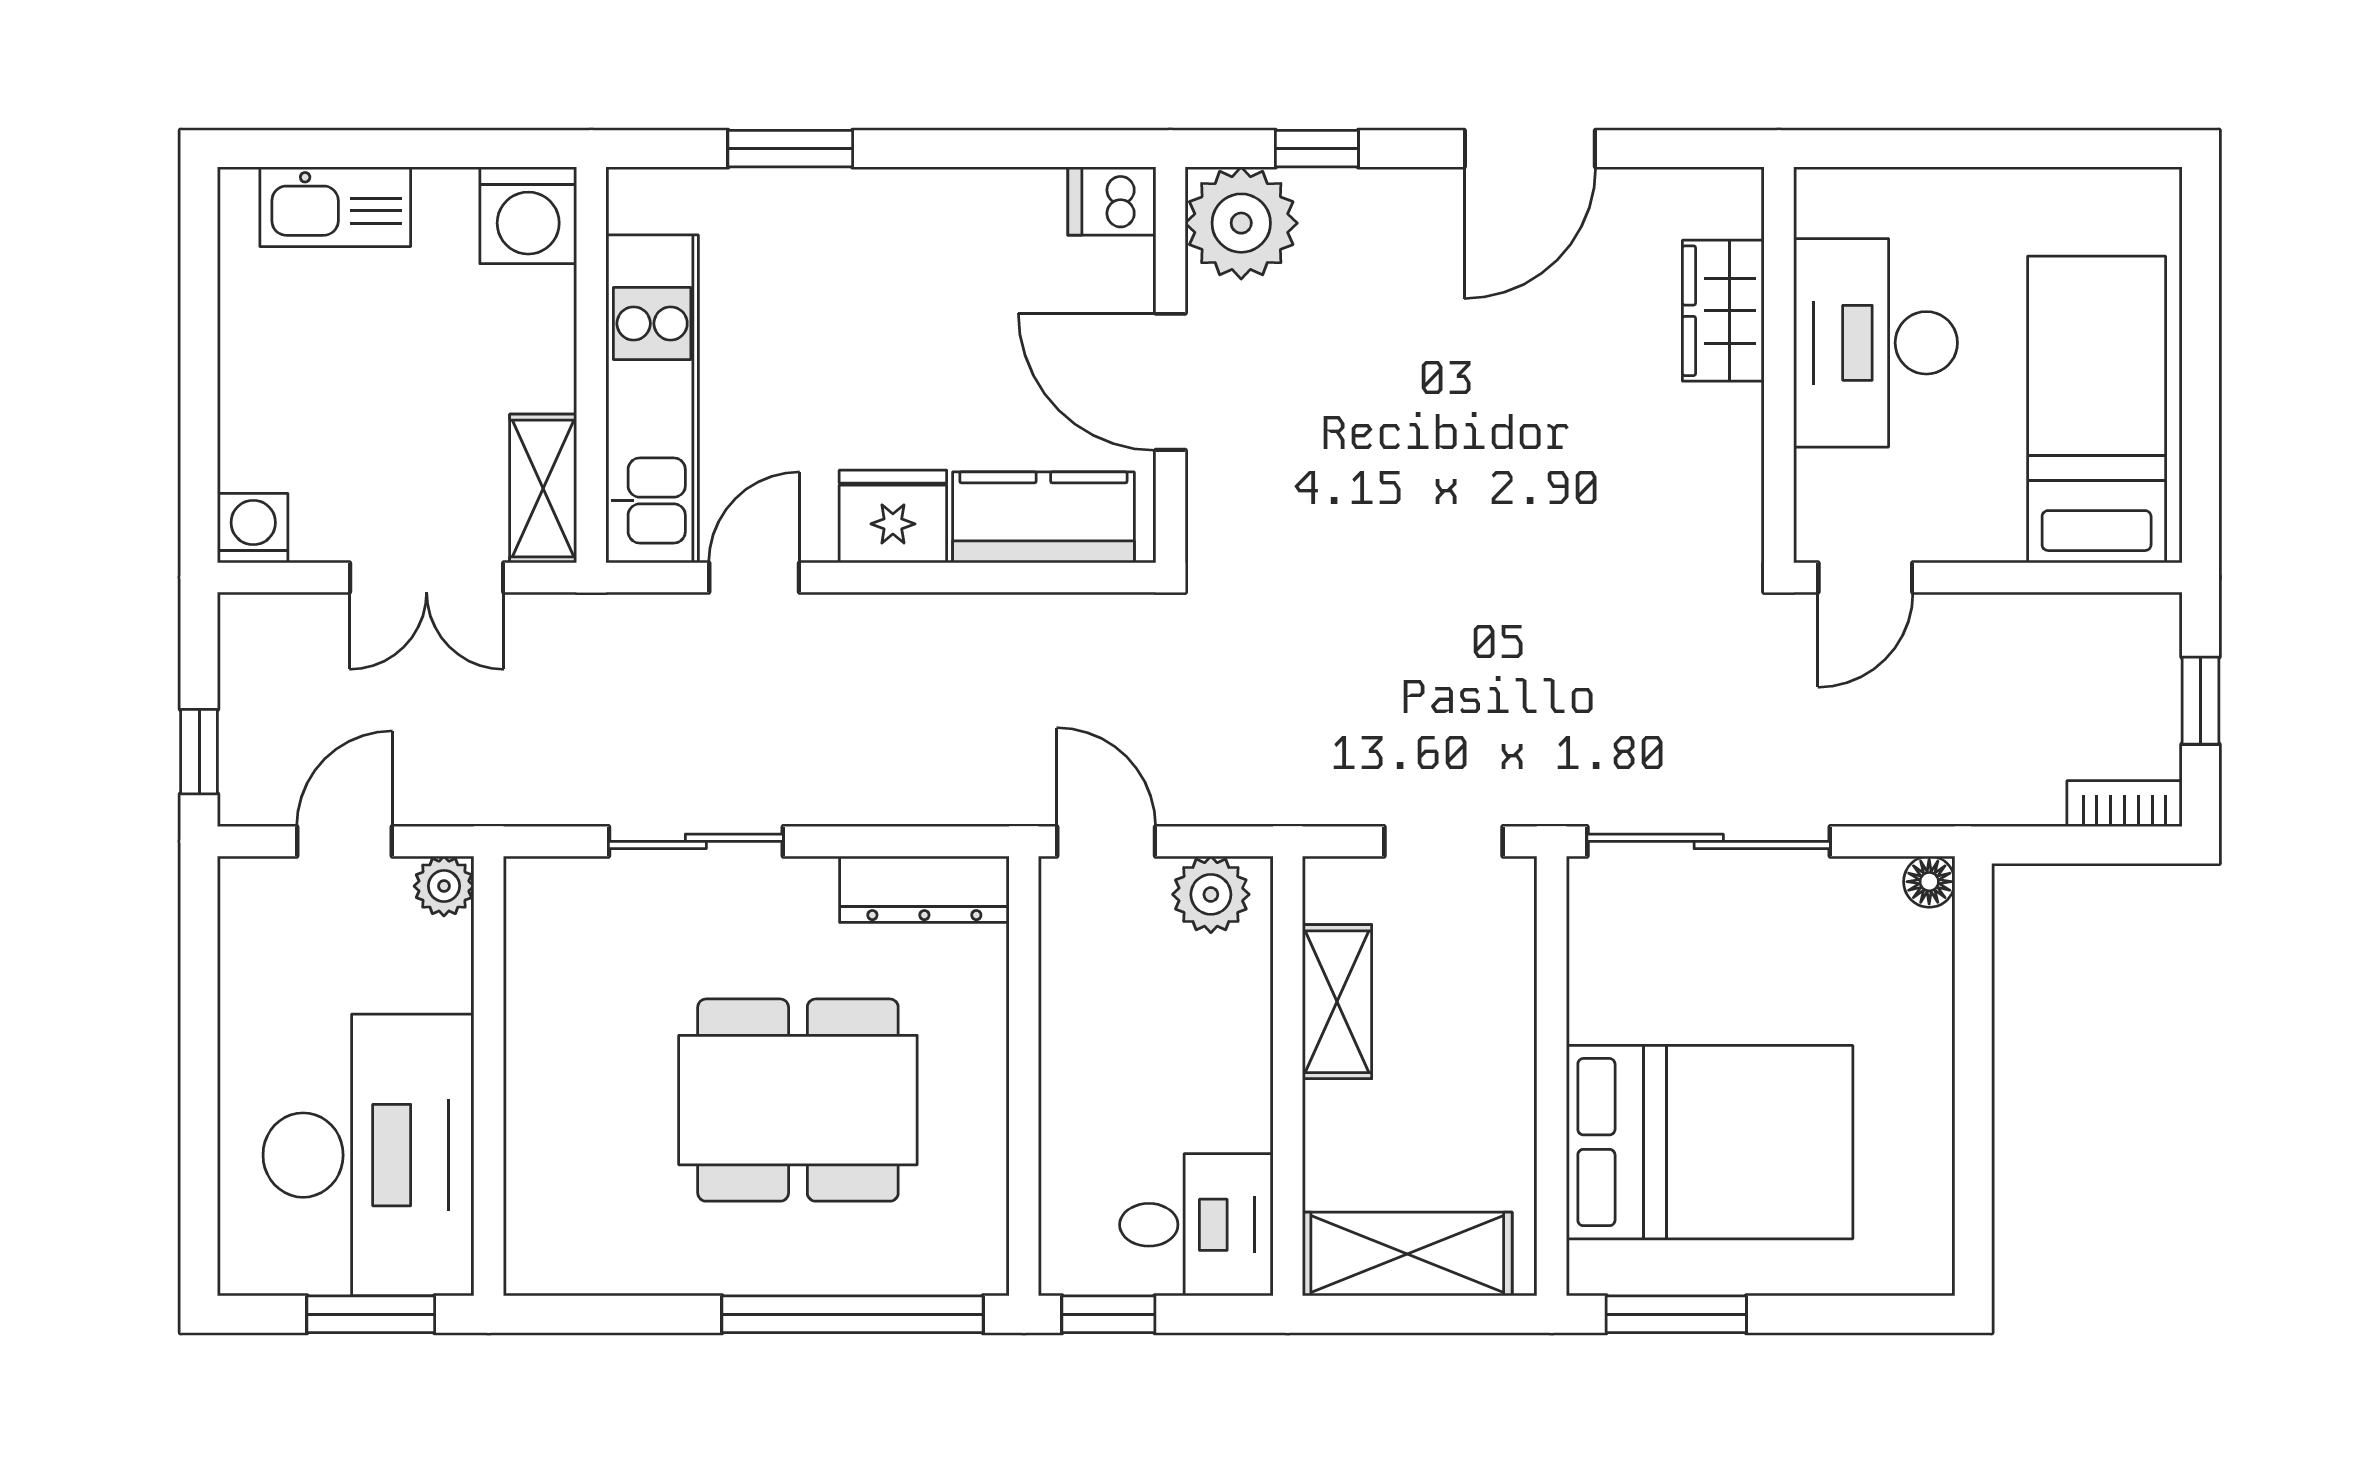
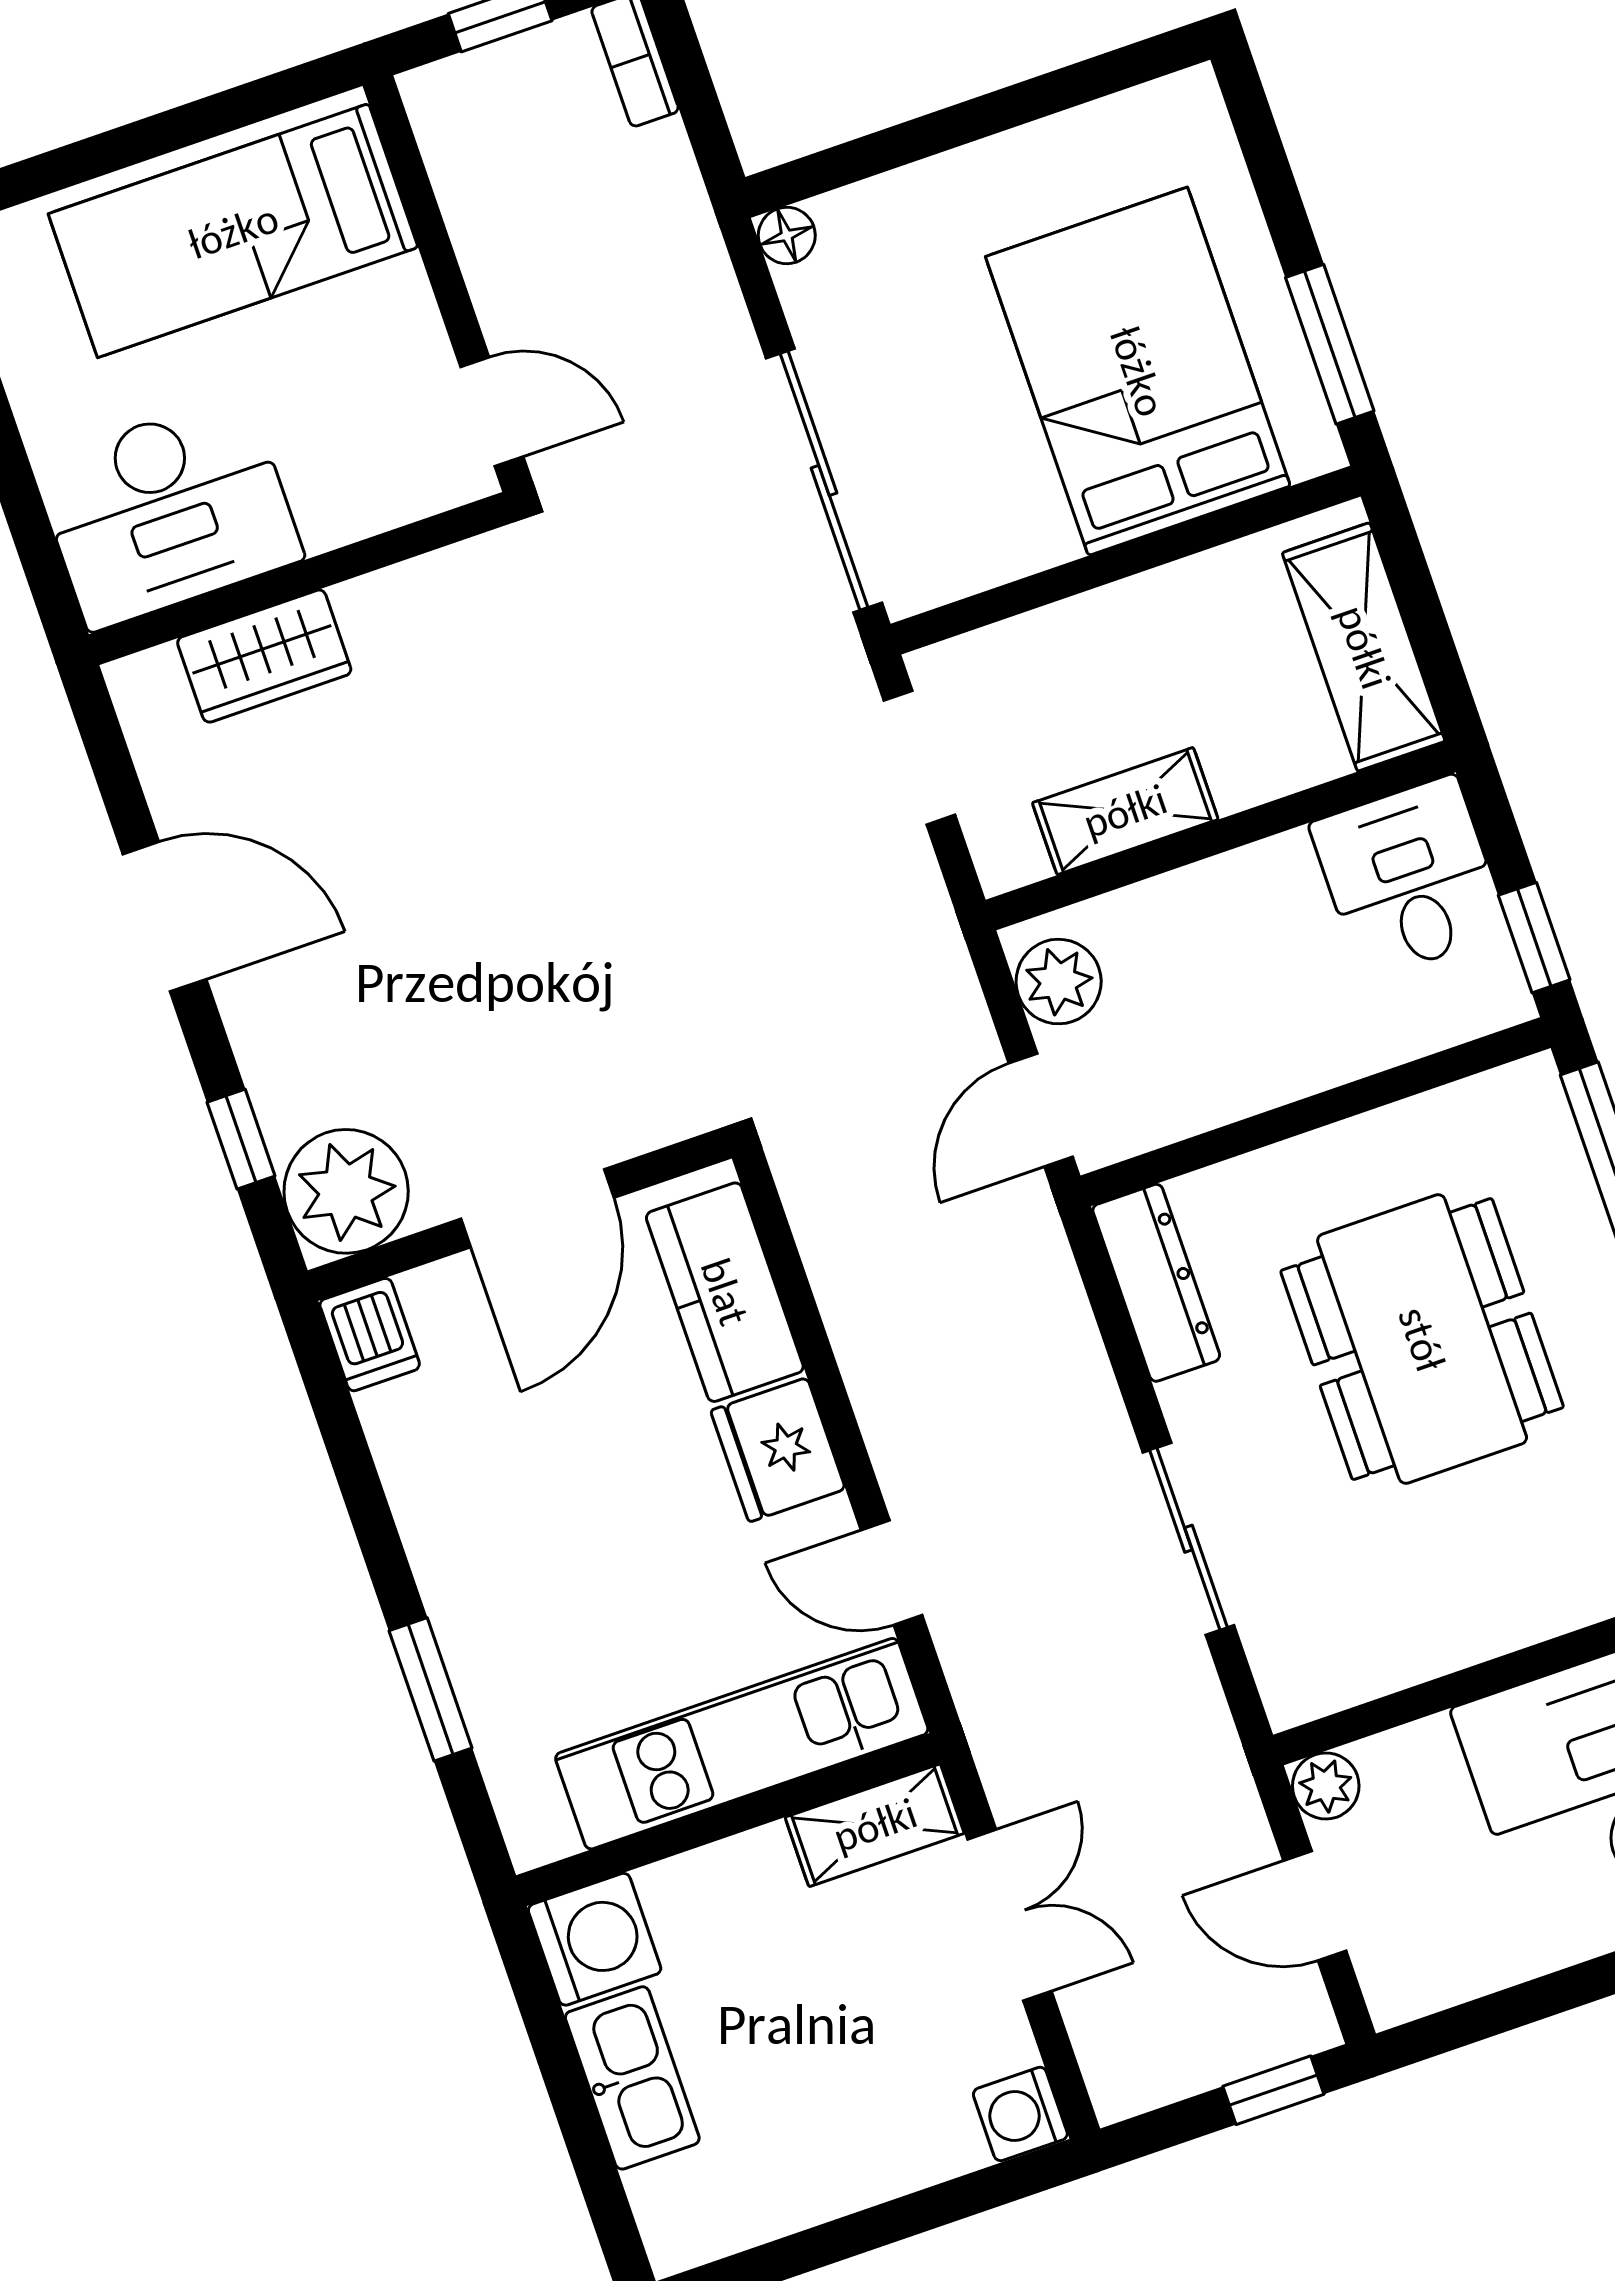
kitchen sink: (335, 207) -> (632, 2078), moved
desk: (1875, 343) -> (168, 511), moved

